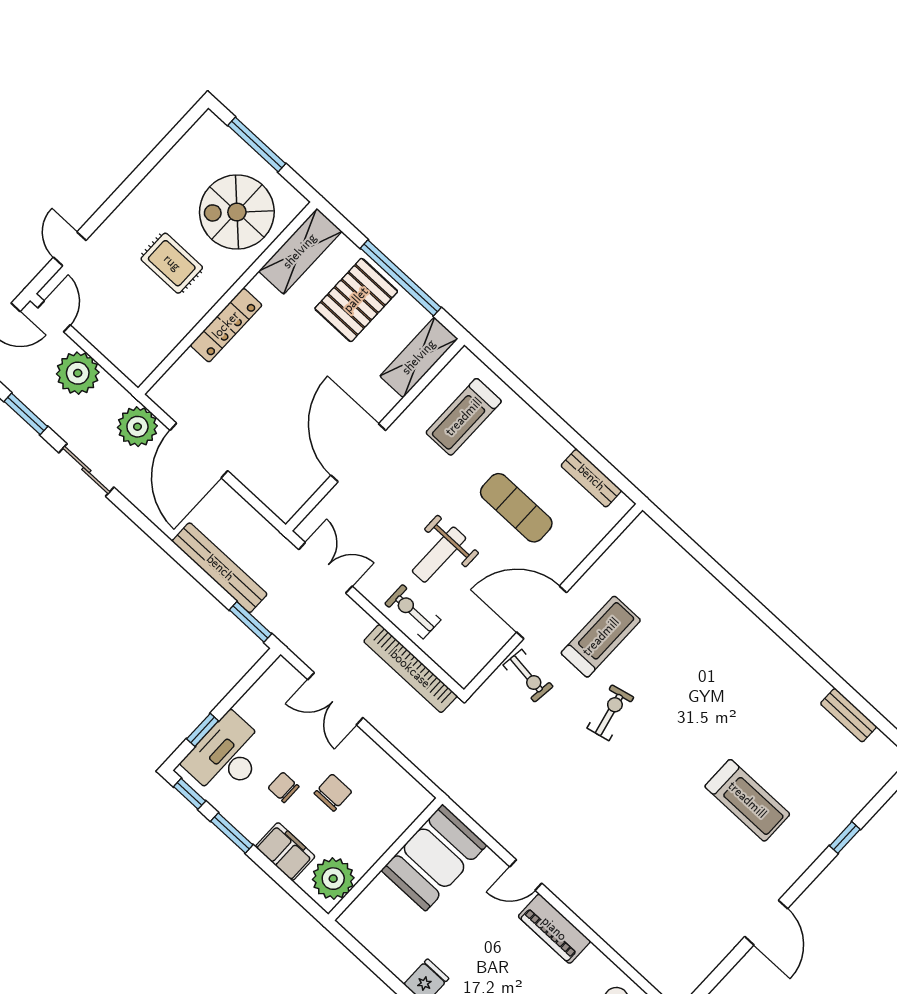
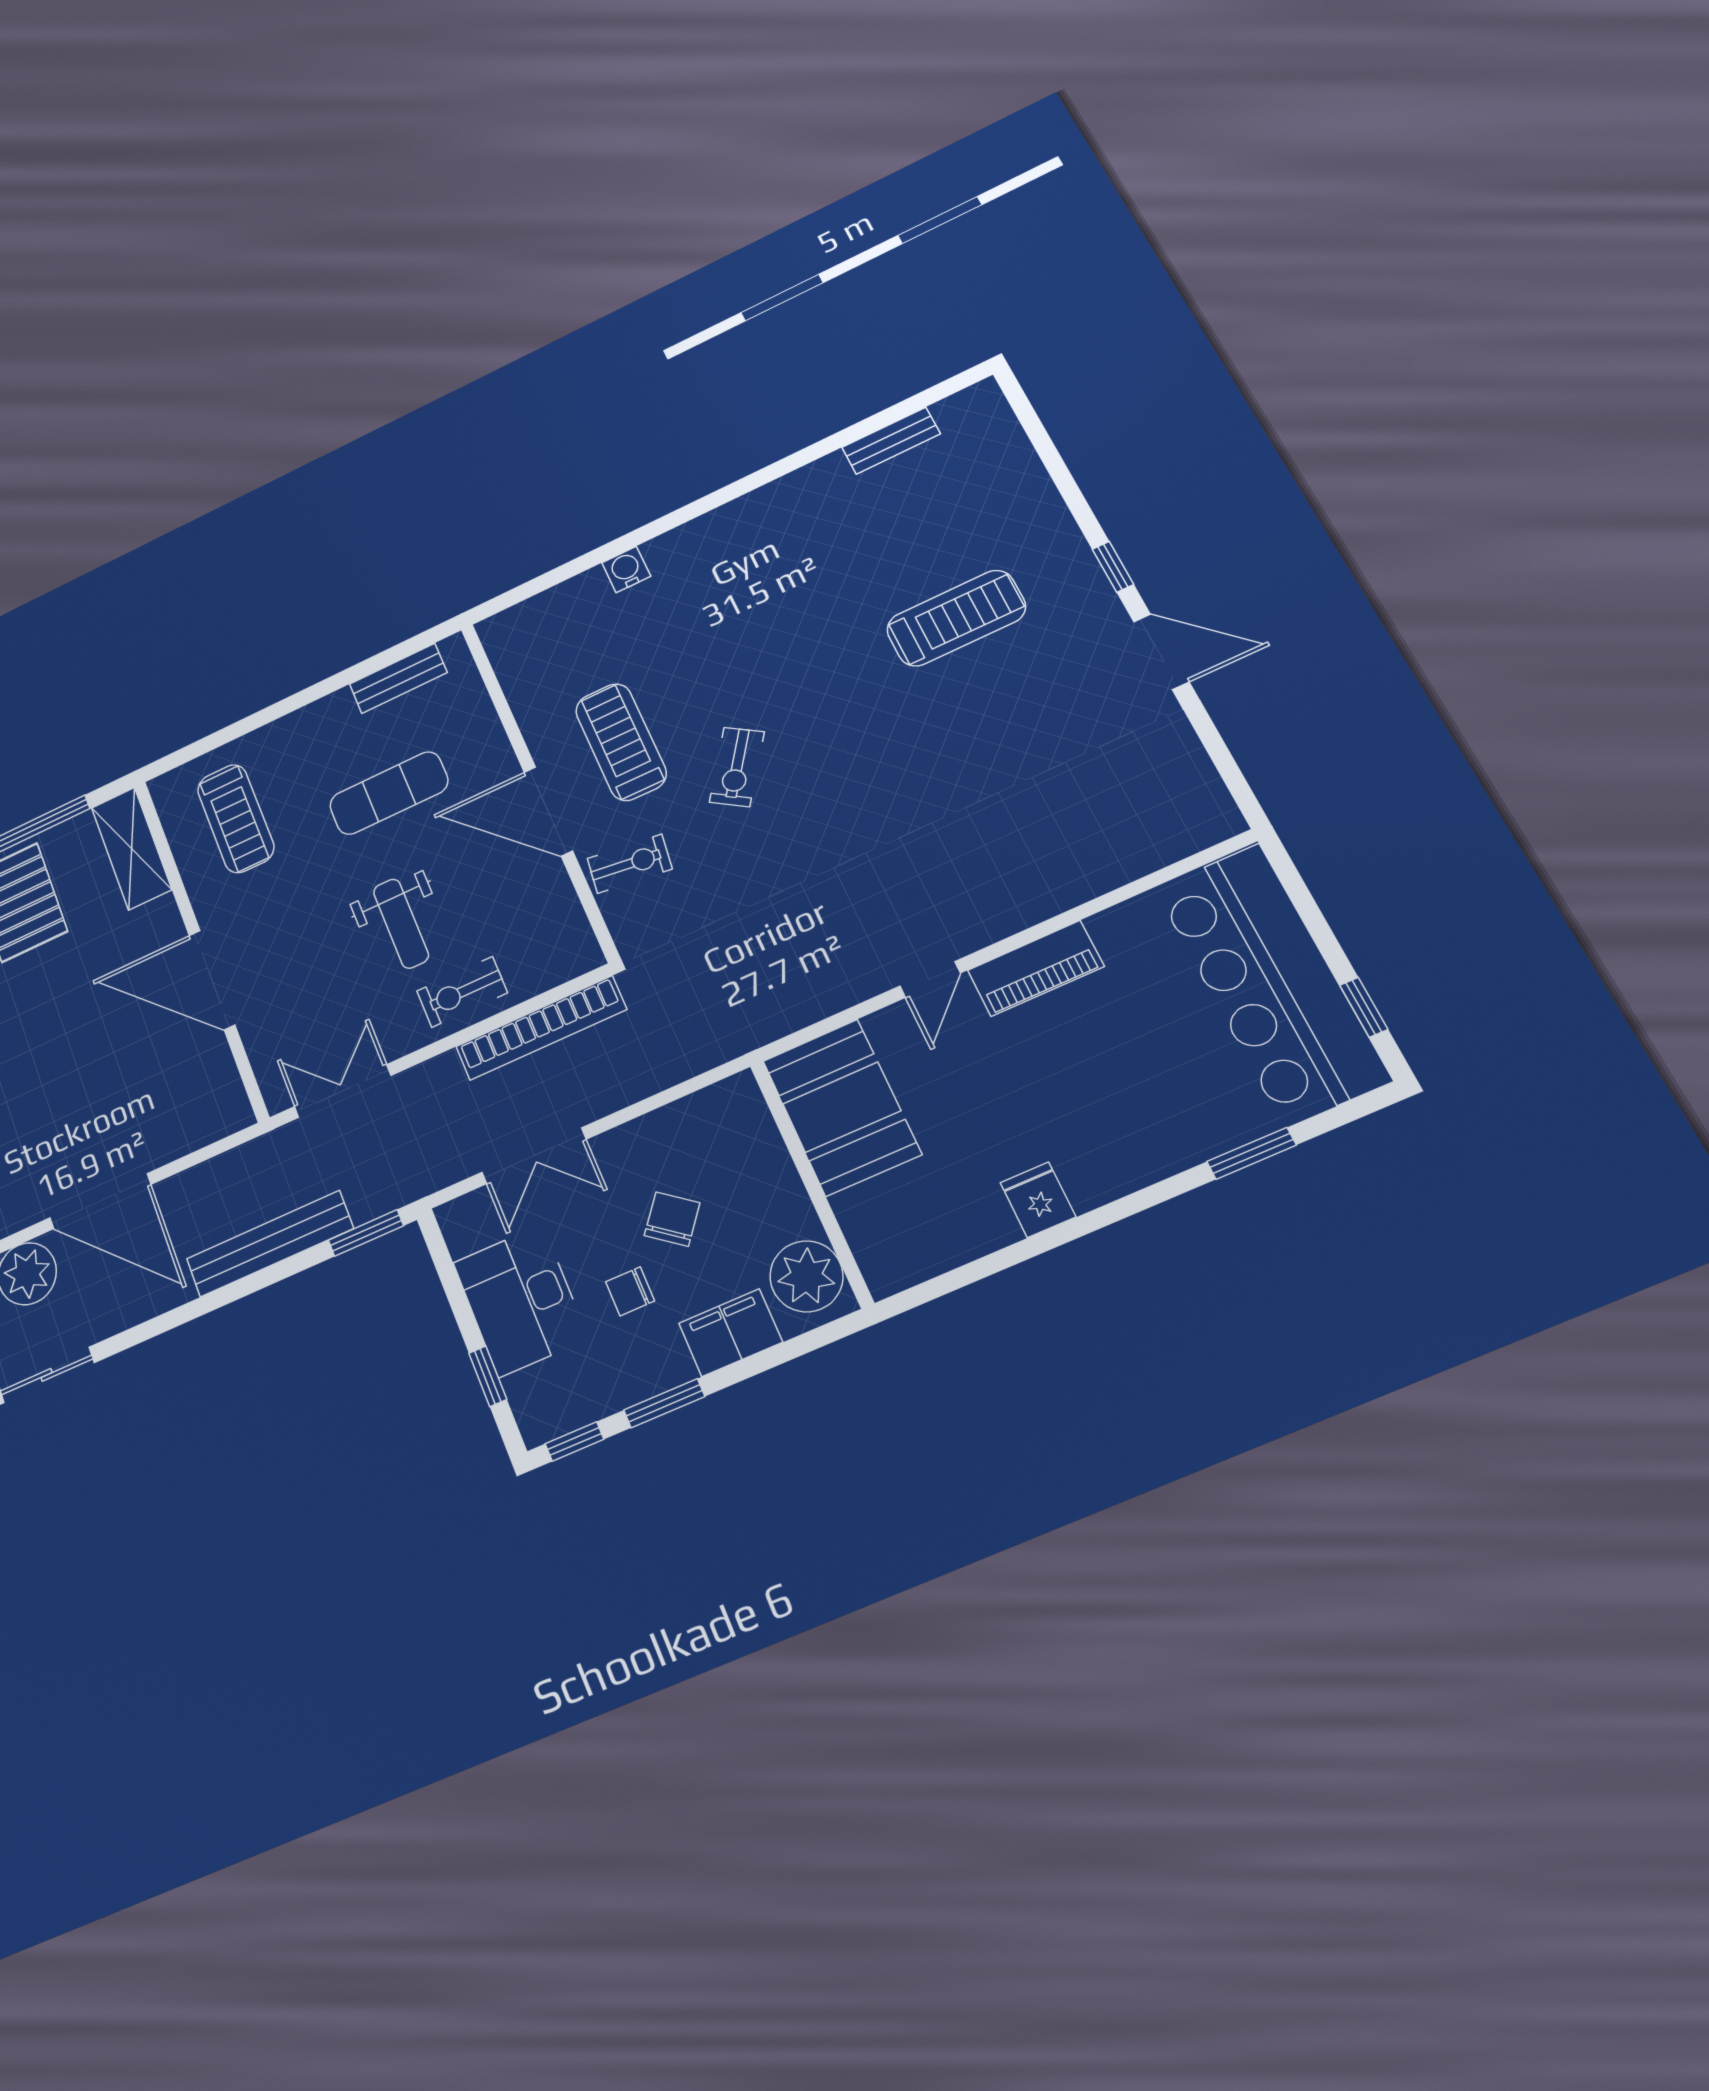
water cooler: (712, 590) -> (626, 569), added
door: (542, 612) -> (548, 811), hinge flipped
exercise bike: (610, 713) -> (737, 767), turned -133
desk: (227, 756) -> (520, 1301), moved
chair: (333, 793) -> (672, 1219), turned 38
window: (845, 838) -> (1113, 567), moved

